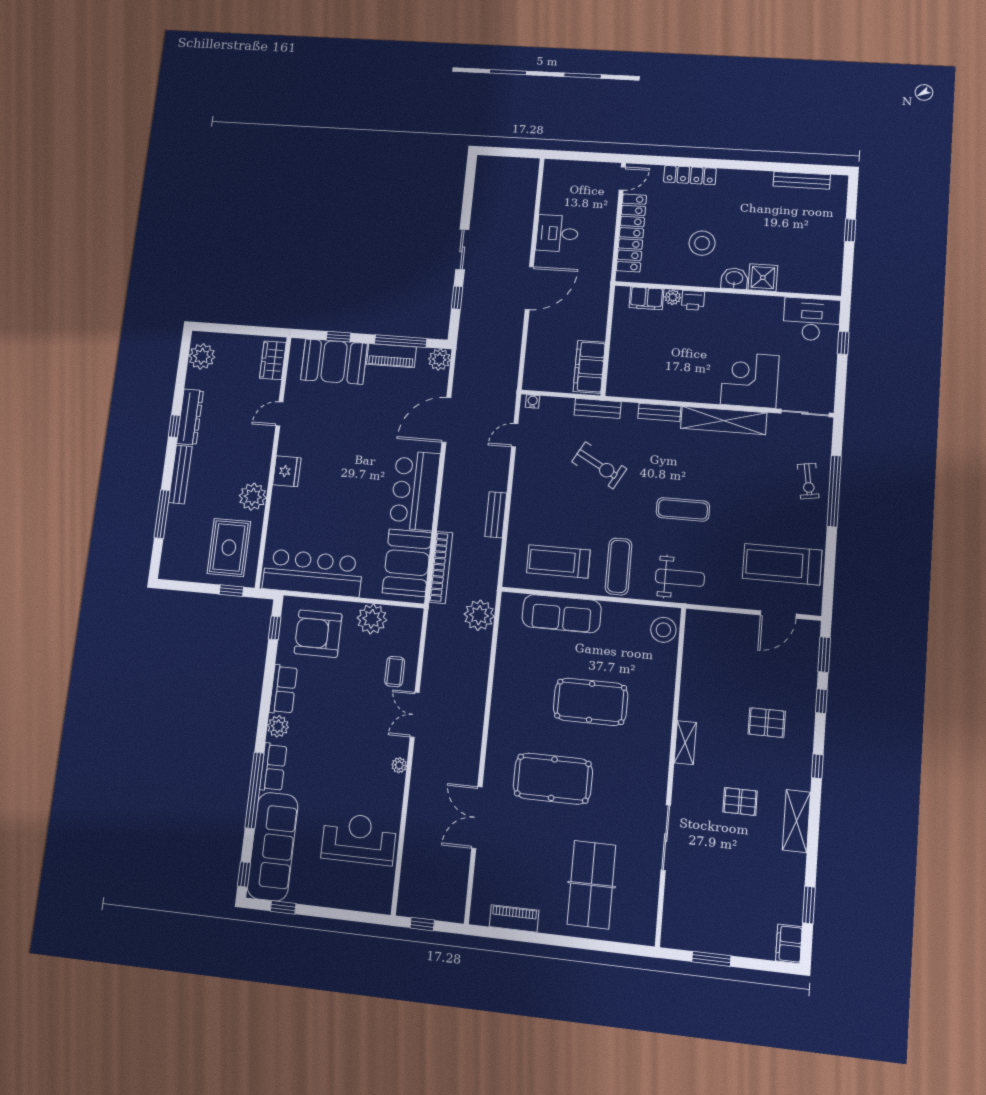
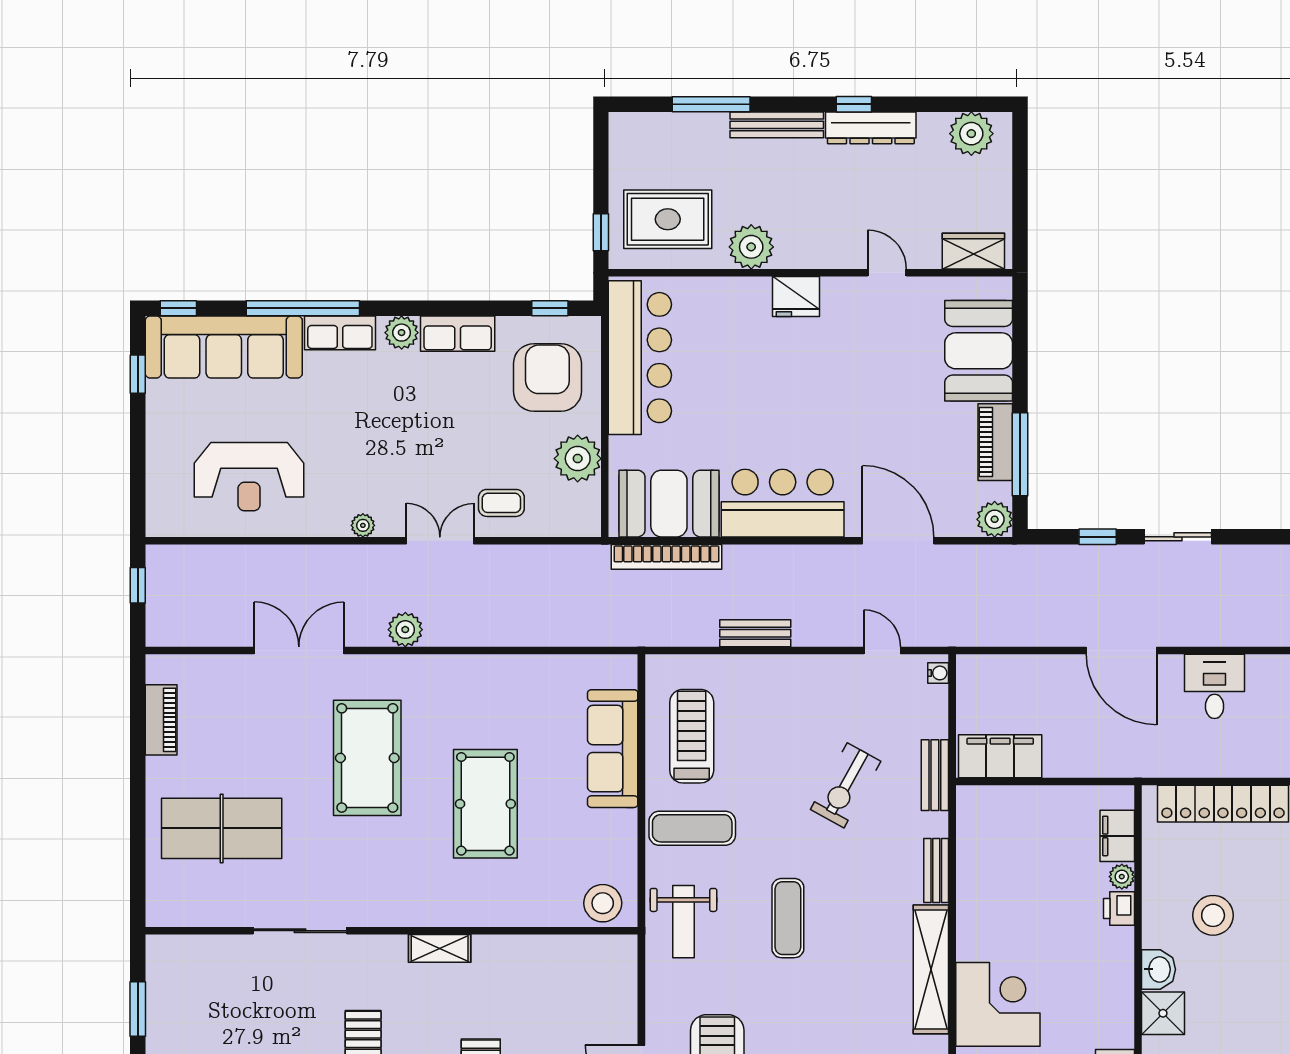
window: (338, 337) -> (1020, 353), removed
plant: (479, 615) -> (405, 630), moved, width x0.73, depth x0.73
reception desk: (359, 839) -> (249, 477), turned 90

